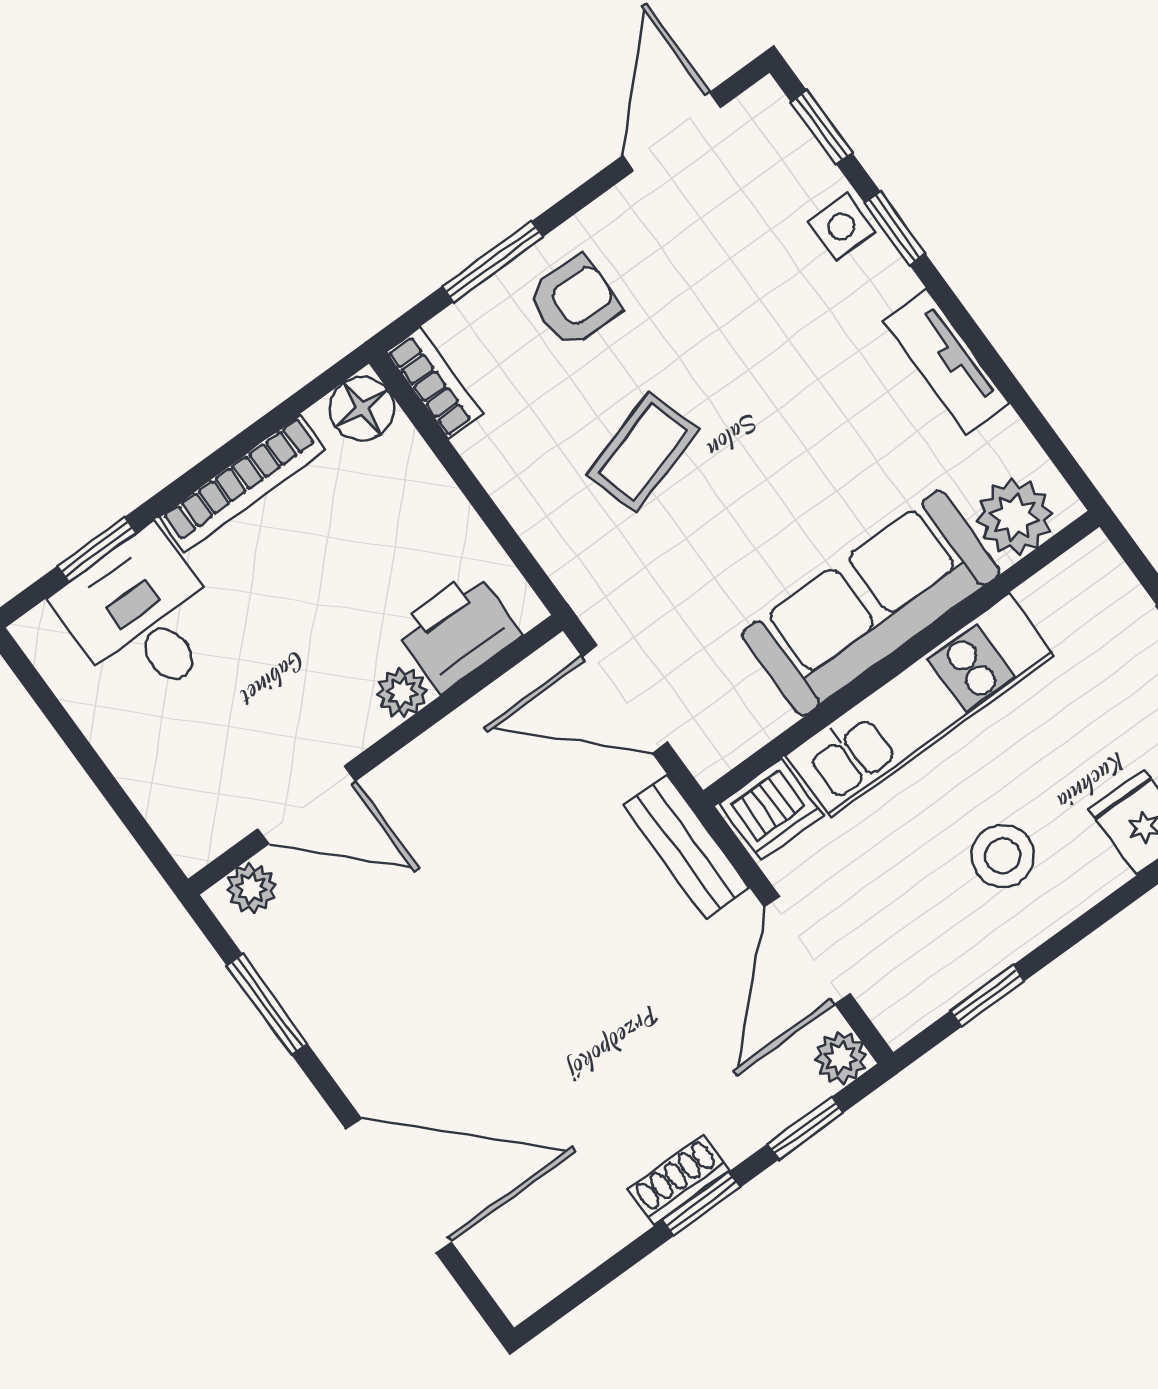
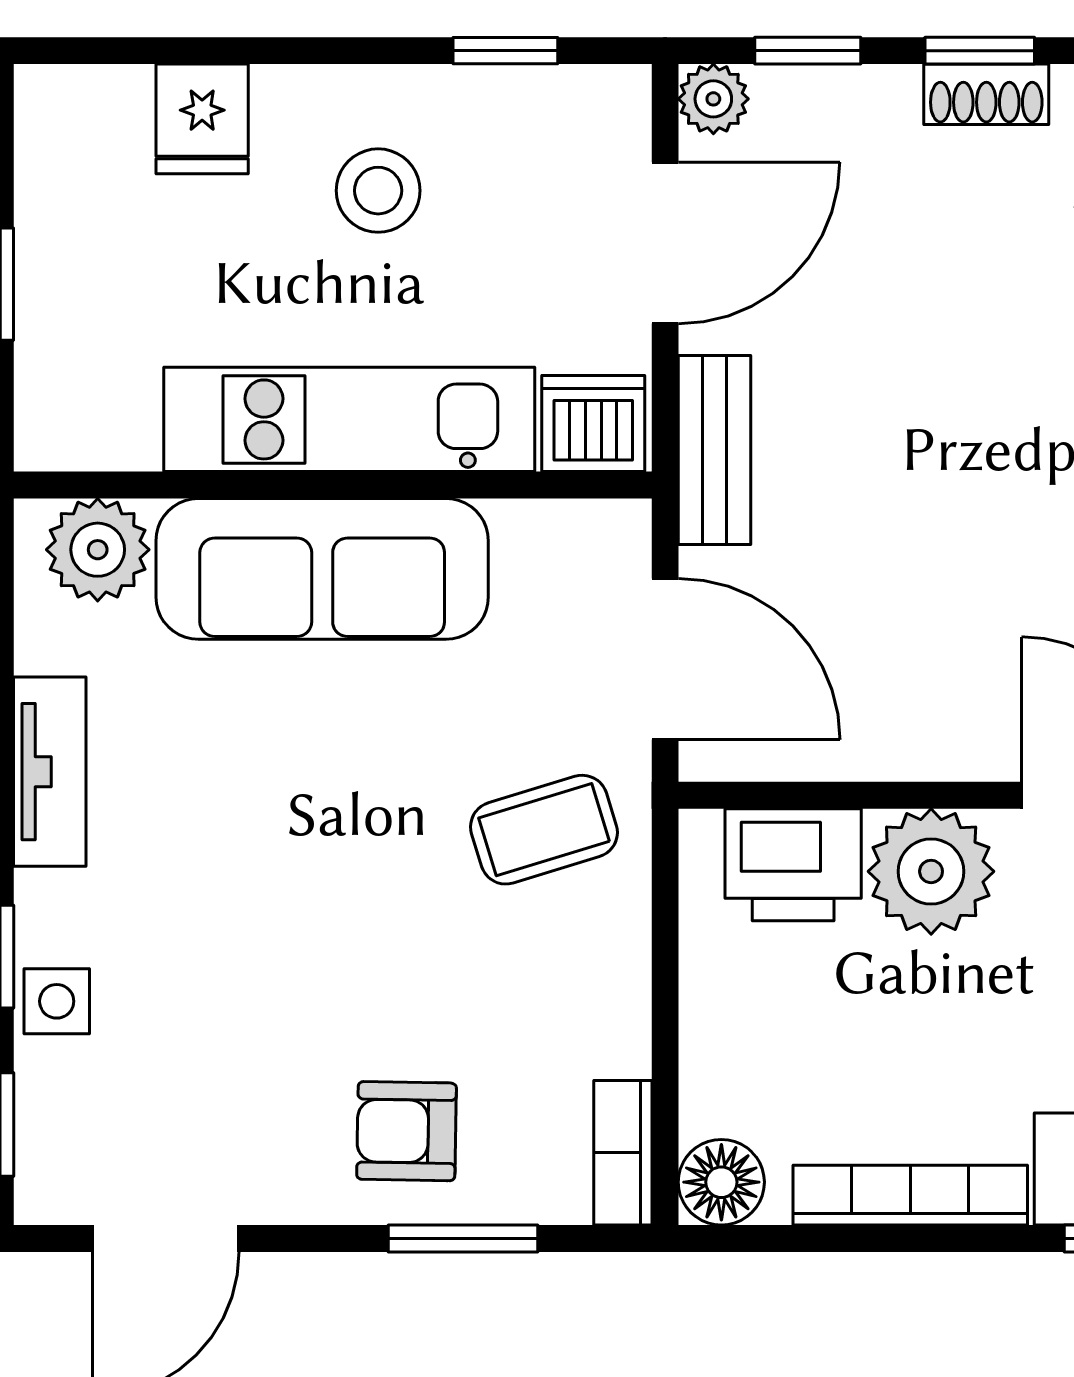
coffee table: (643, 452) -> (544, 830), moved
plant: (402, 692) -> (931, 871), width x1.88, depth x1.88

